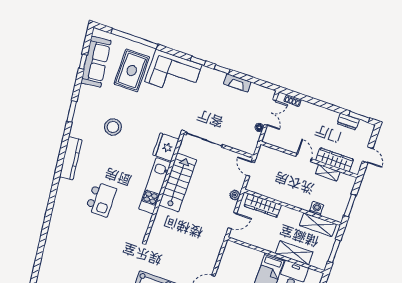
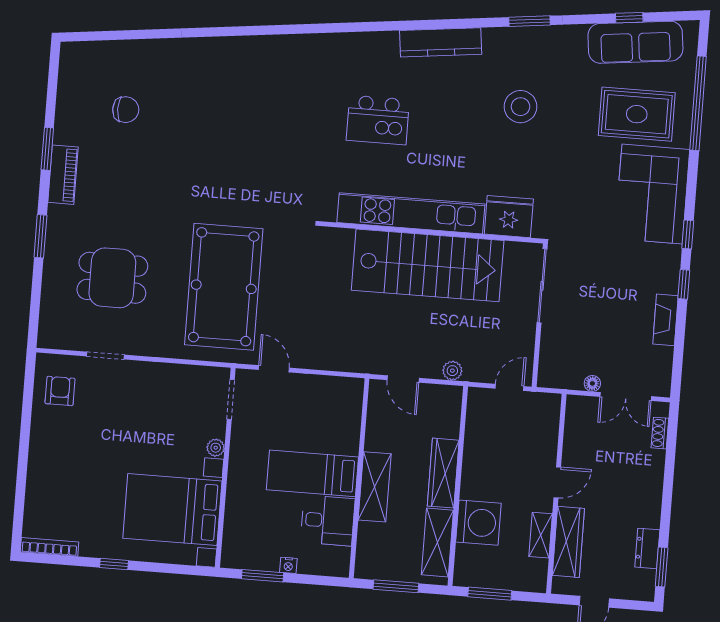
stairs: (178, 182) -> (428, 265), width x1.36, depth x1.51
kitchen unit: (155, 186) -> (411, 213), width x1.36
wardrobe: (263, 205) -> (443, 473), moved
washing machine: (317, 208) -> (478, 523), width x1.89, depth x1.89
shelving: (294, 253) -> (375, 487), moved

